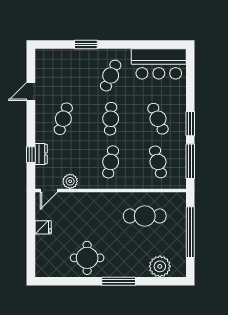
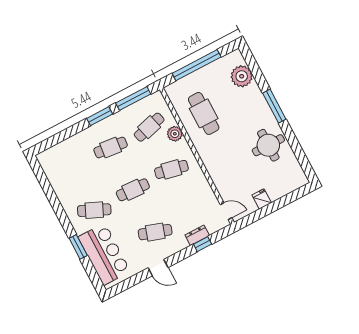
bar counter: (159, 64) -> (104, 254), moved
door: (31, 91) -> (158, 268), moved
cafe table: (158, 119) -> (111, 147), turned 30
plant: (70, 181) -> (175, 134), moved

